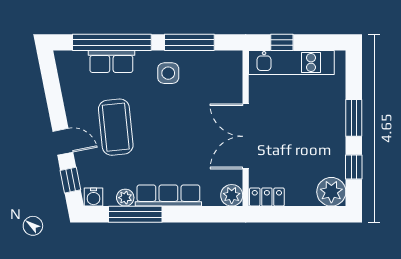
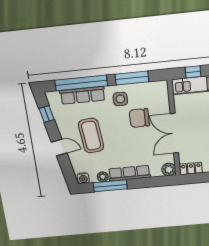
row of seats: (111, 62) -> (83, 95), width x1.48
chair: (194, 106) -> (139, 118), added
window: (70, 180) -> (47, 114), moved

